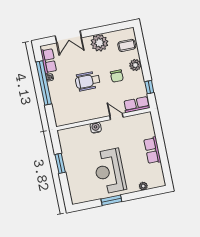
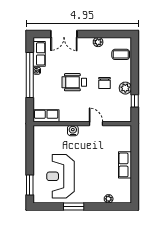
plant: (99, 43) -> (98, 42), width x0.53, depth x0.53
plant: (135, 65) -> (125, 88), moved
row of seats: (137, 105) -> (46, 116), moved
window: (60, 163) -> (30, 185), moved
reception desk: (110, 171) -> (61, 176), moved

